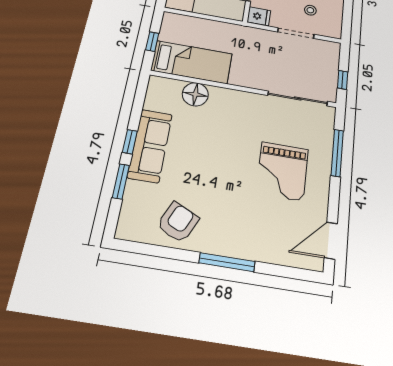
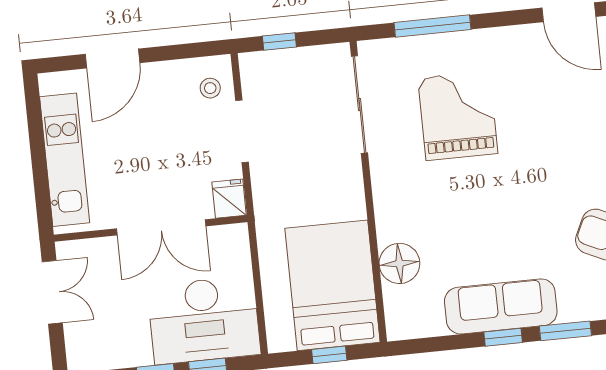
stool: (310, 10) -> (210, 88), moved
bed: (192, 62) -> (332, 285), width x1.50
window: (343, 80) -> (279, 42), moved
grand piano: (282, 171) -> (458, 116), moved, turned -90

